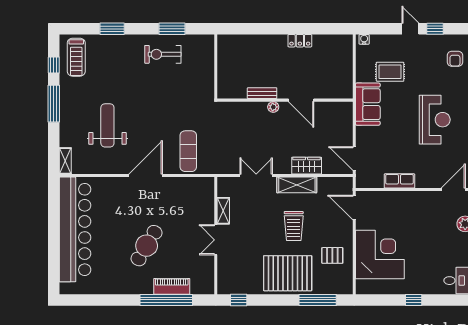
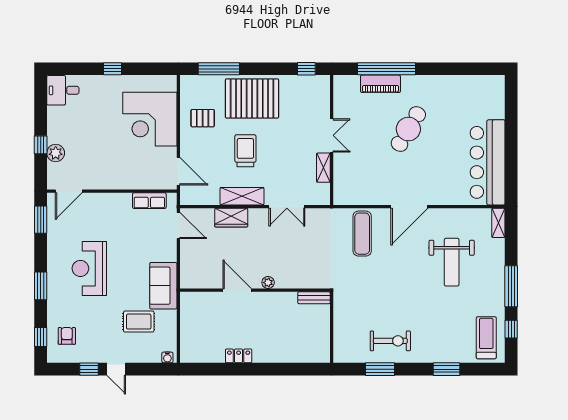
bench: (262, 93) -> (314, 298), moved
row of seats: (399, 181) -> (149, 201), moved
bar counter: (75, 229) -> (488, 162), width x0.73

